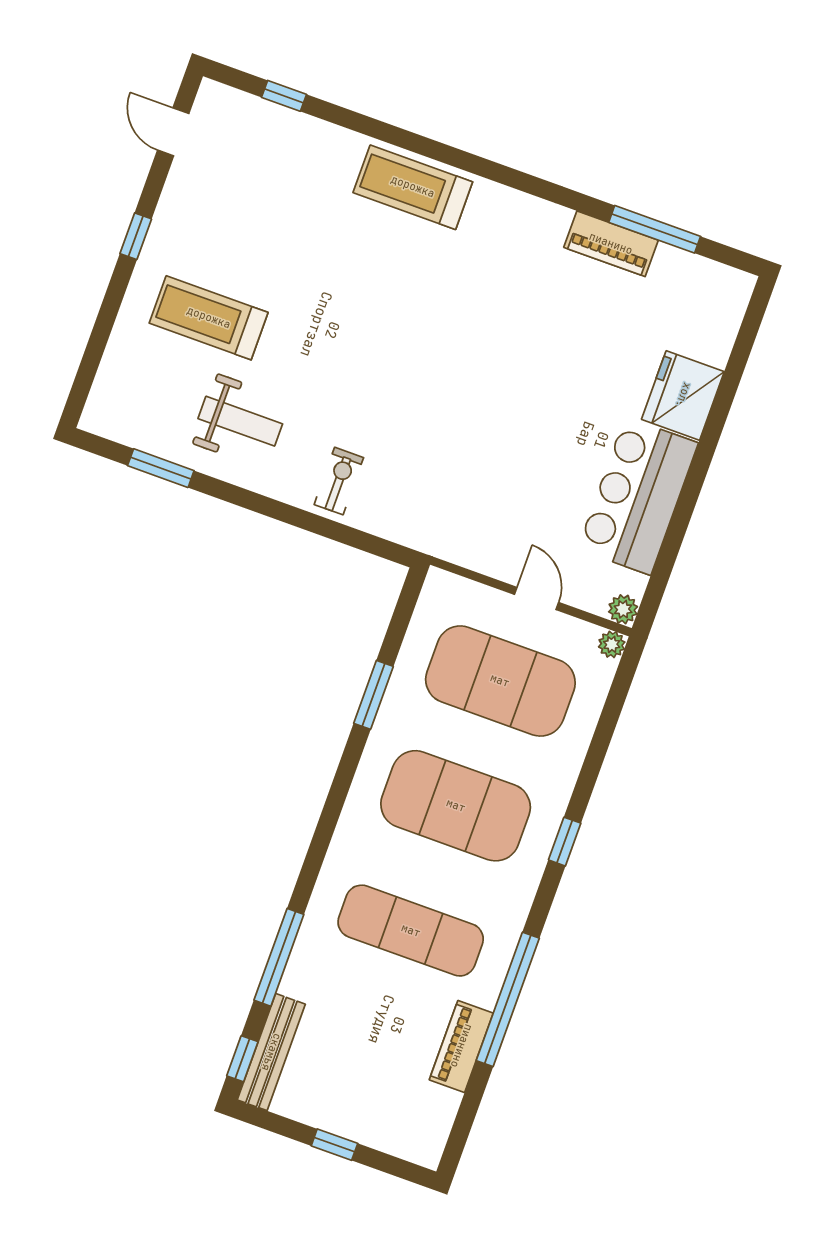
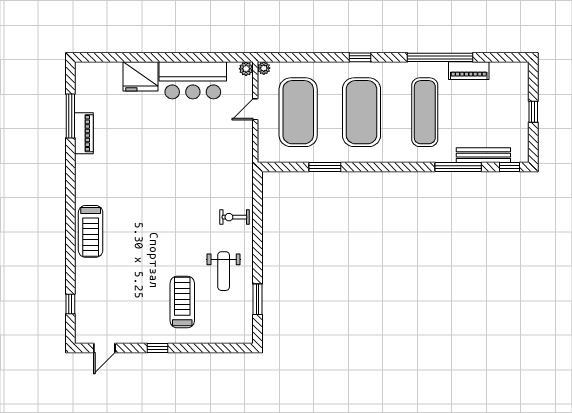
treadmill: (209, 318) -> (182, 302), turned 180
weight bench: (240, 421) -> (224, 271), turned 180
bench: (271, 1052) -> (483, 155), moved

